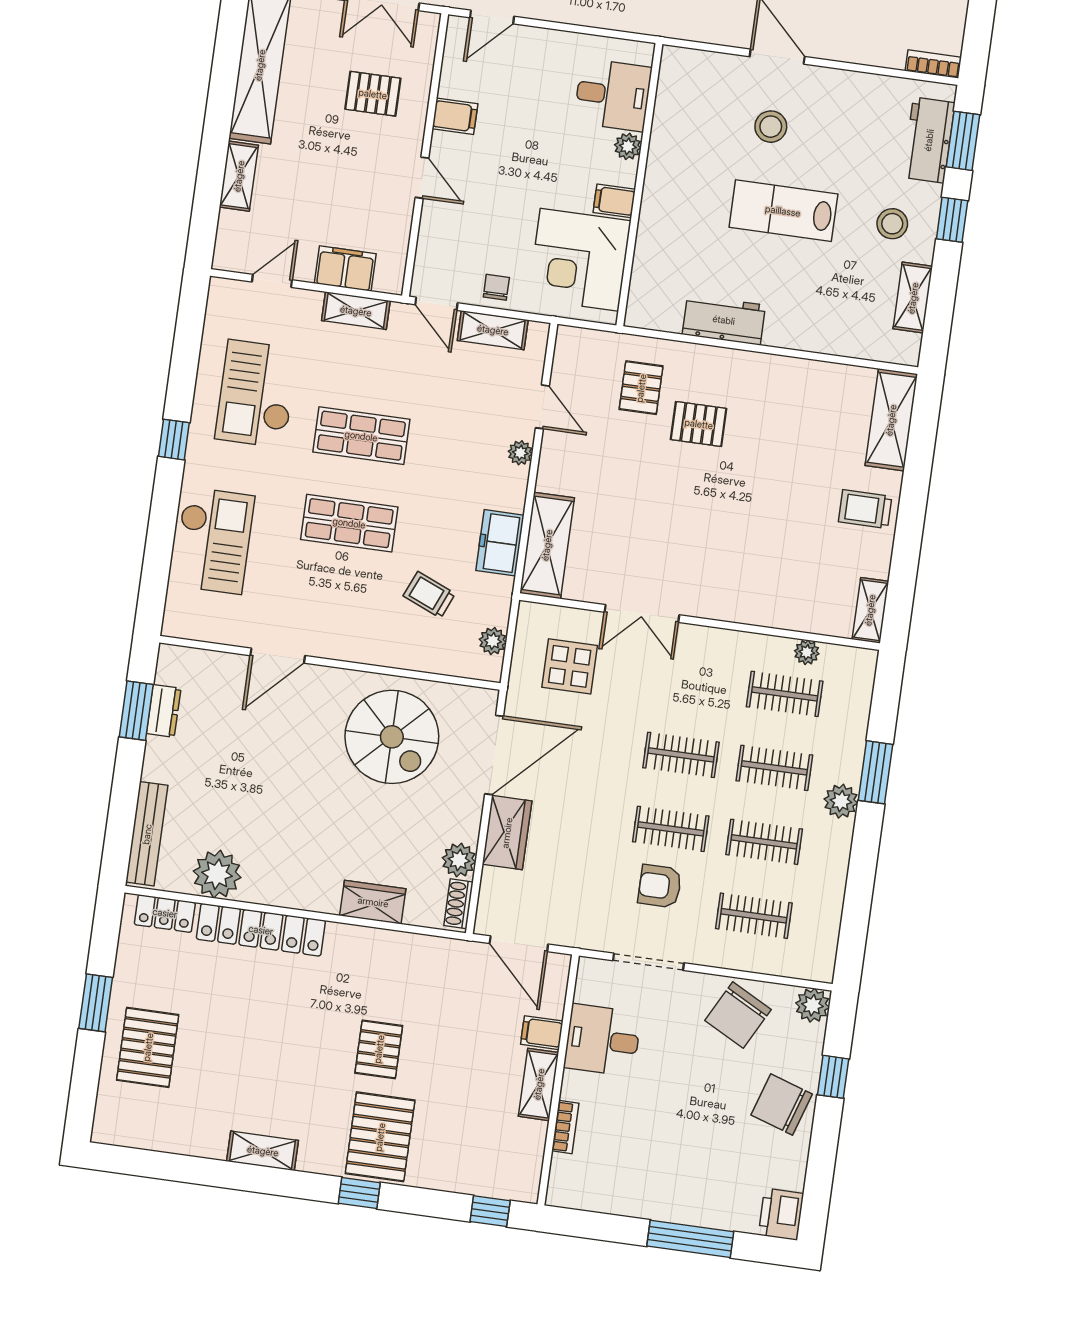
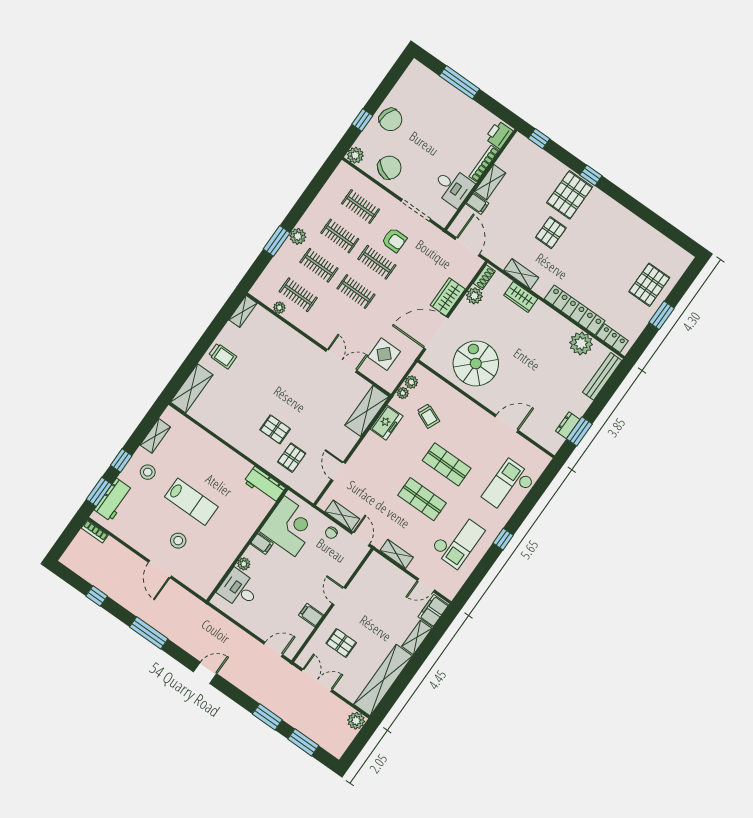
filing cabinet: (345, 269) -> (433, 611), moved, turned 90
workbench: (724, 320) -> (265, 485), moved
plant: (520, 453) -> (403, 393), moved
bookcase: (565, 1127) -> (484, 164), width x1.56
shelving: (263, 1151) -> (521, 274), moved
printer: (781, 1214) -> (499, 135), moved, turned 180

